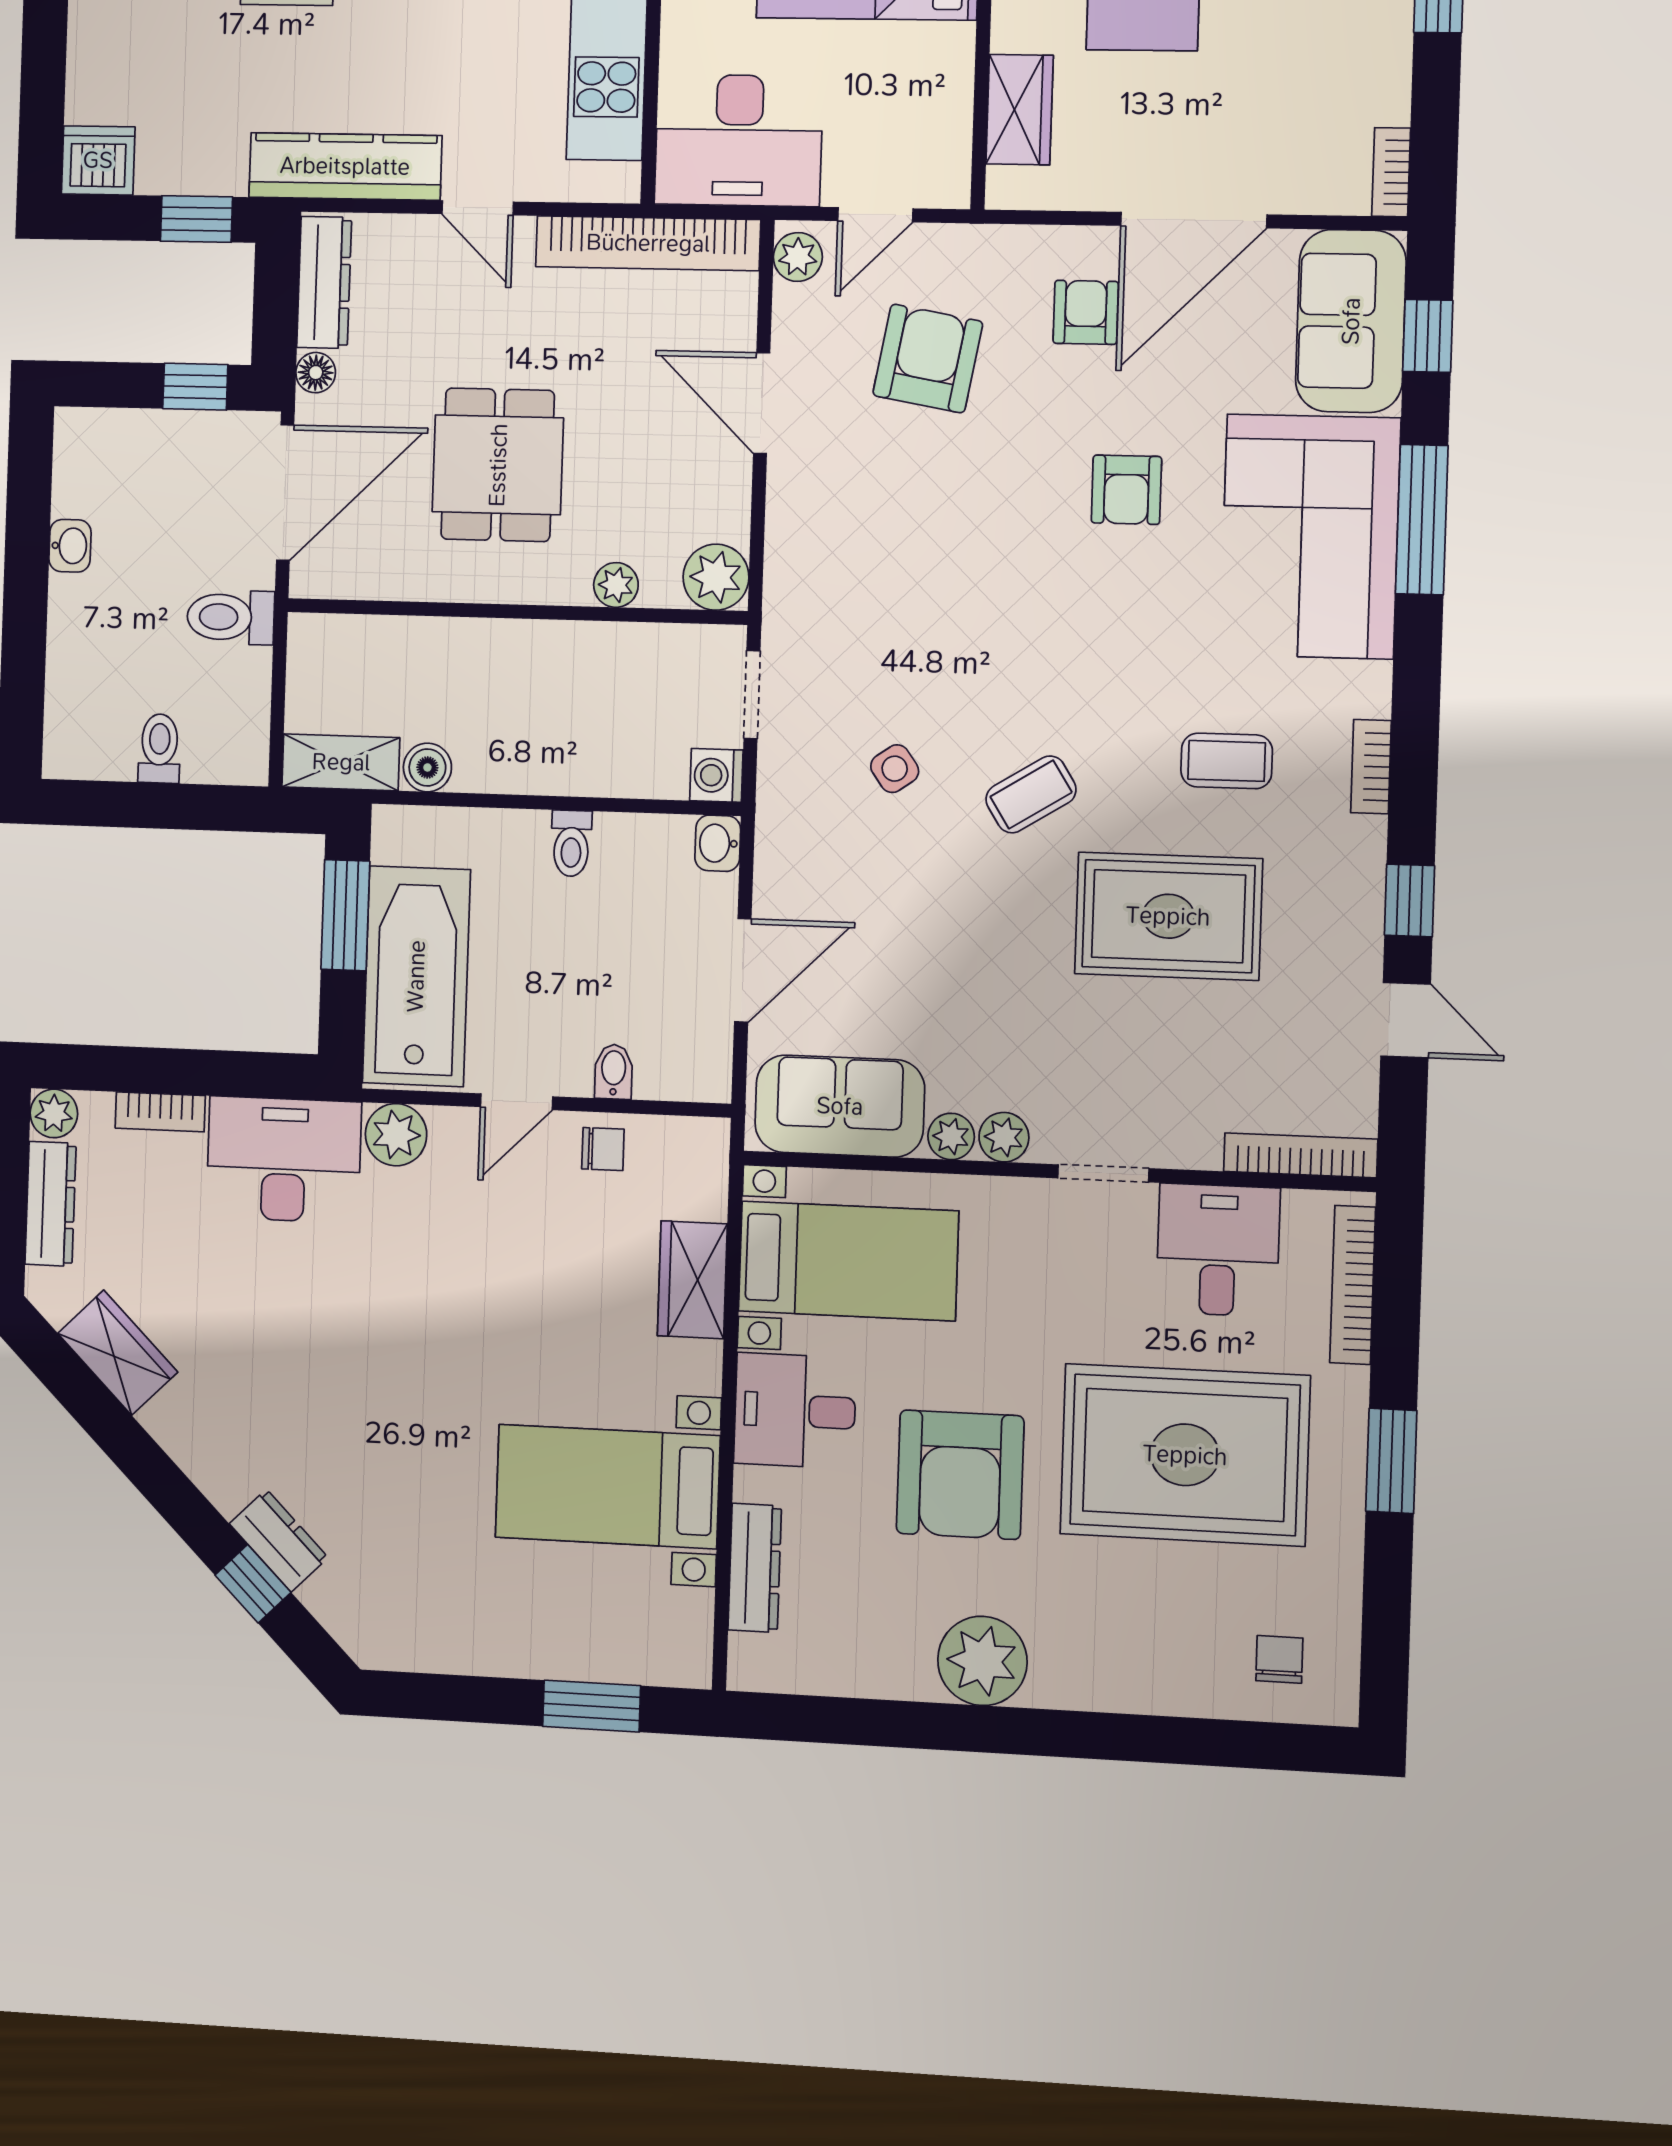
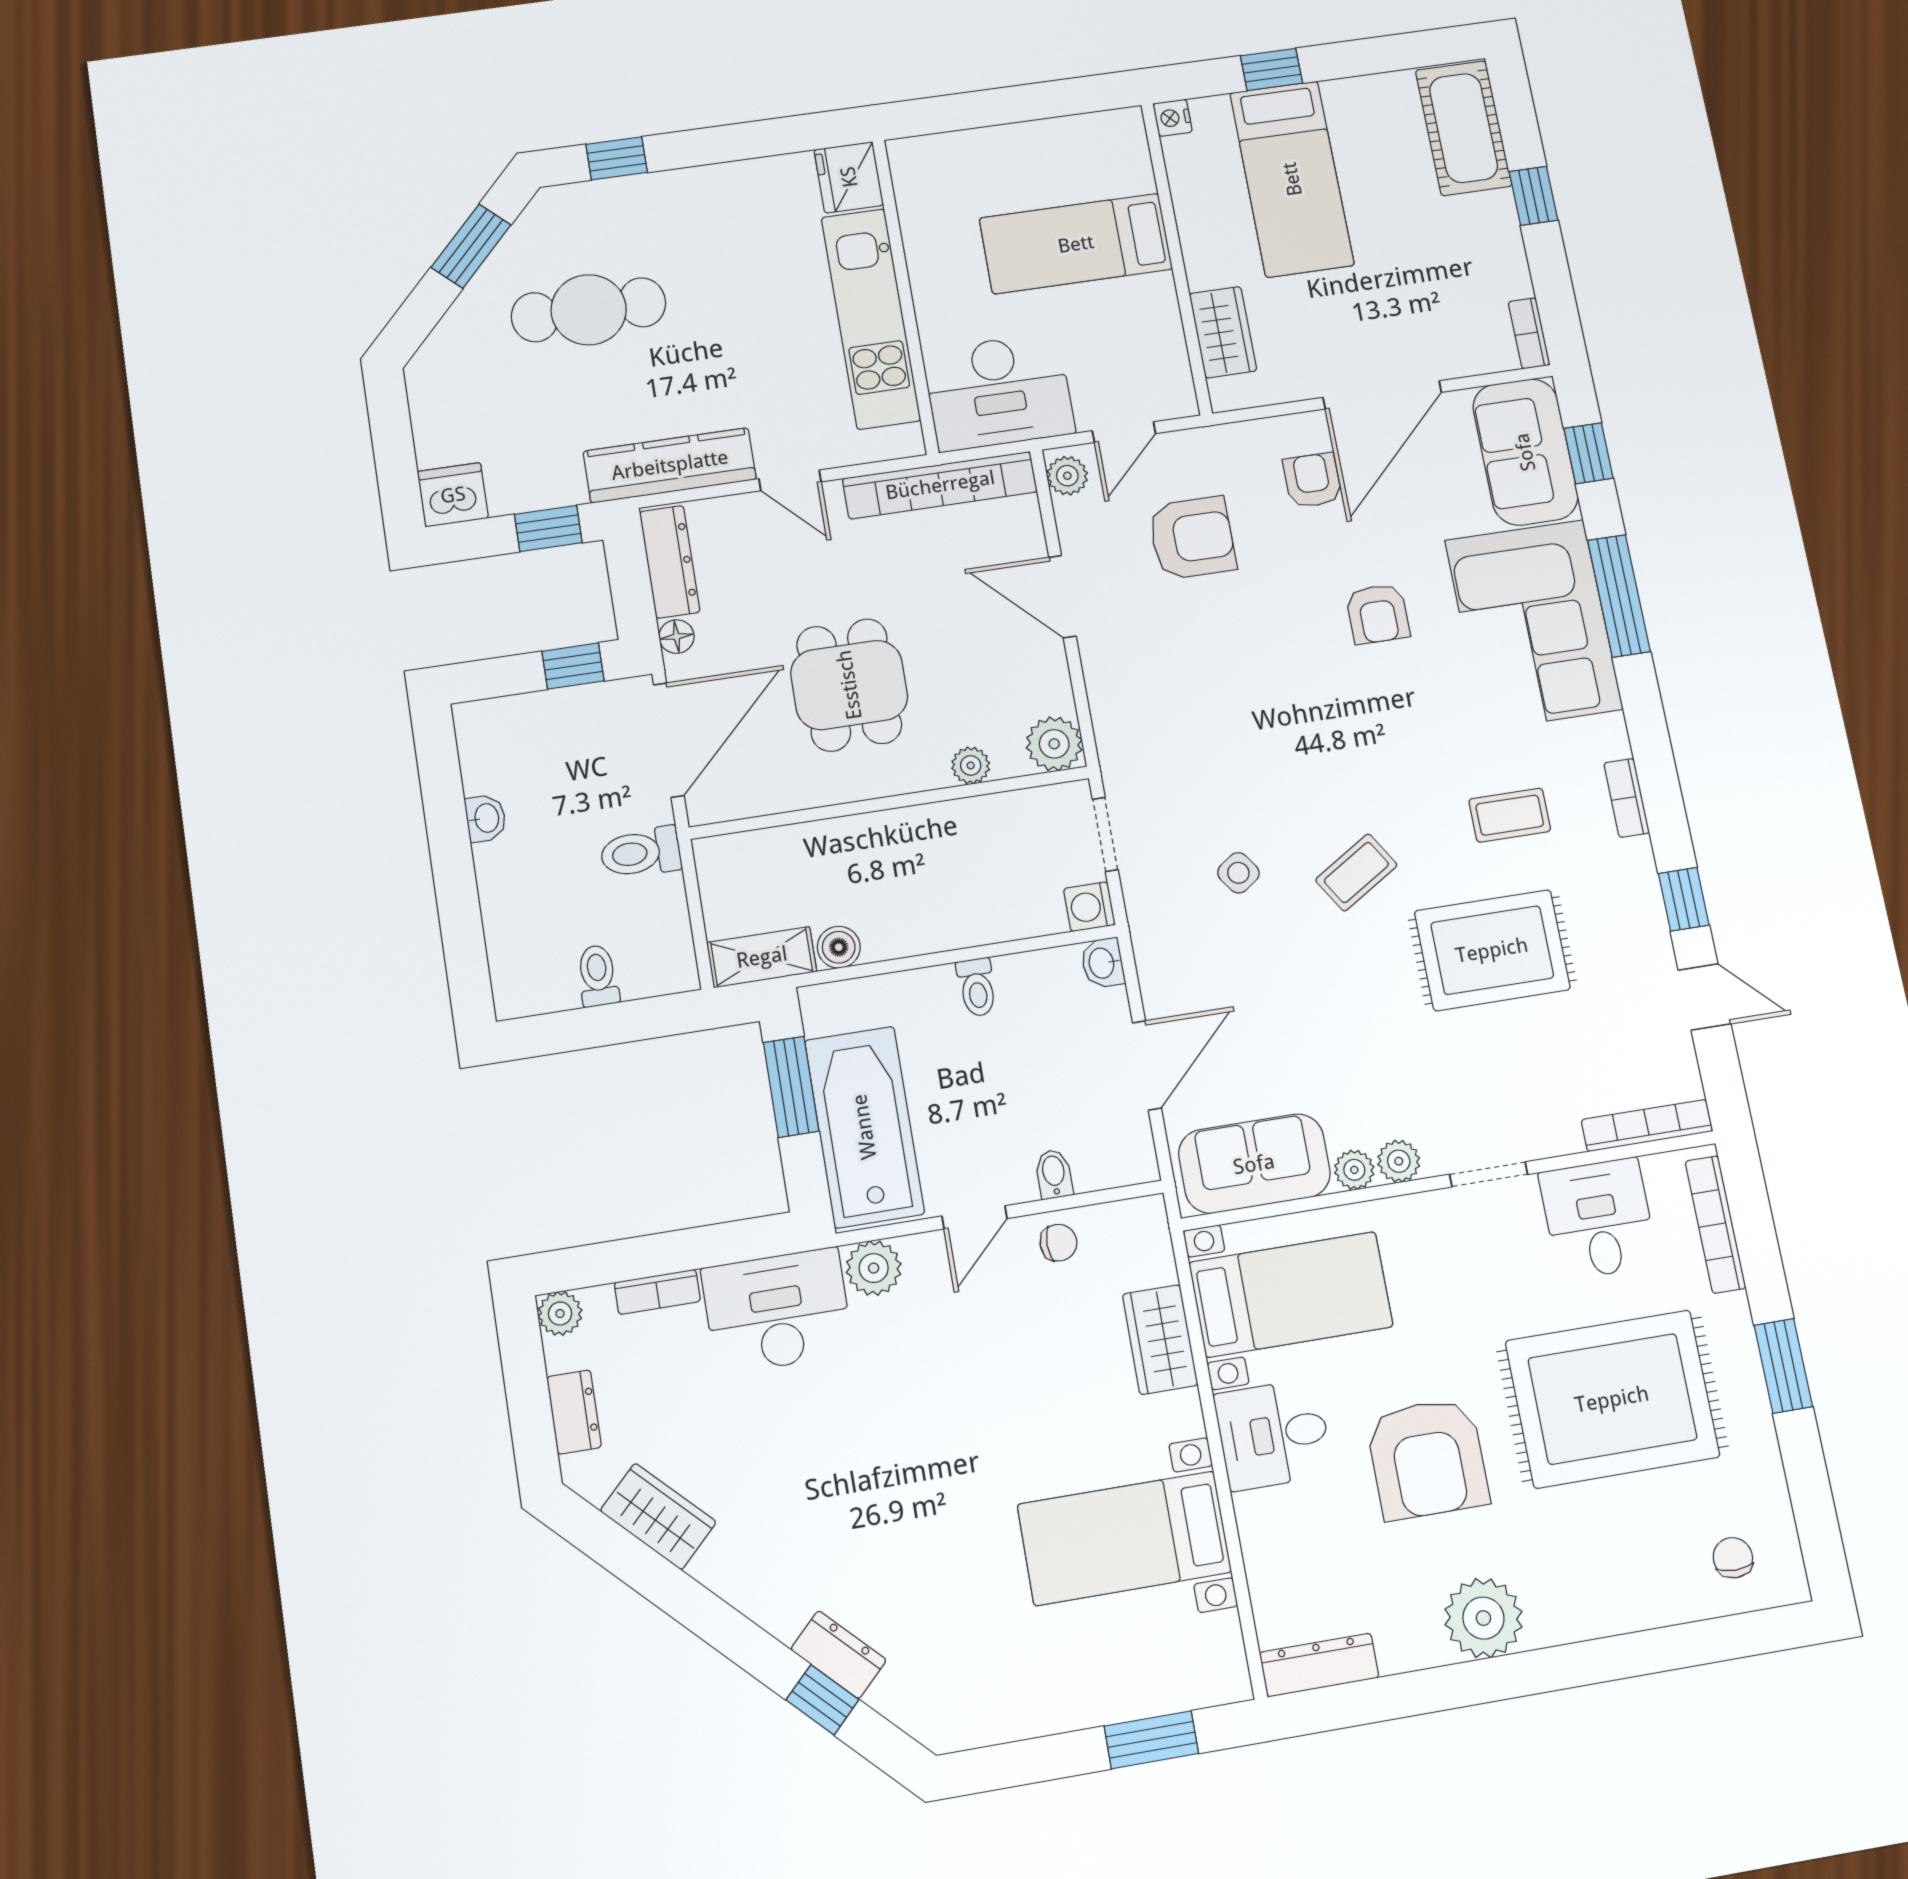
armchair: (928, 358) -> (1192, 538), turned 80
dresser: (51, 1204) -> (574, 1412), width x0.70
dresser: (755, 1568) -> (1319, 1665), moved, turned -90

